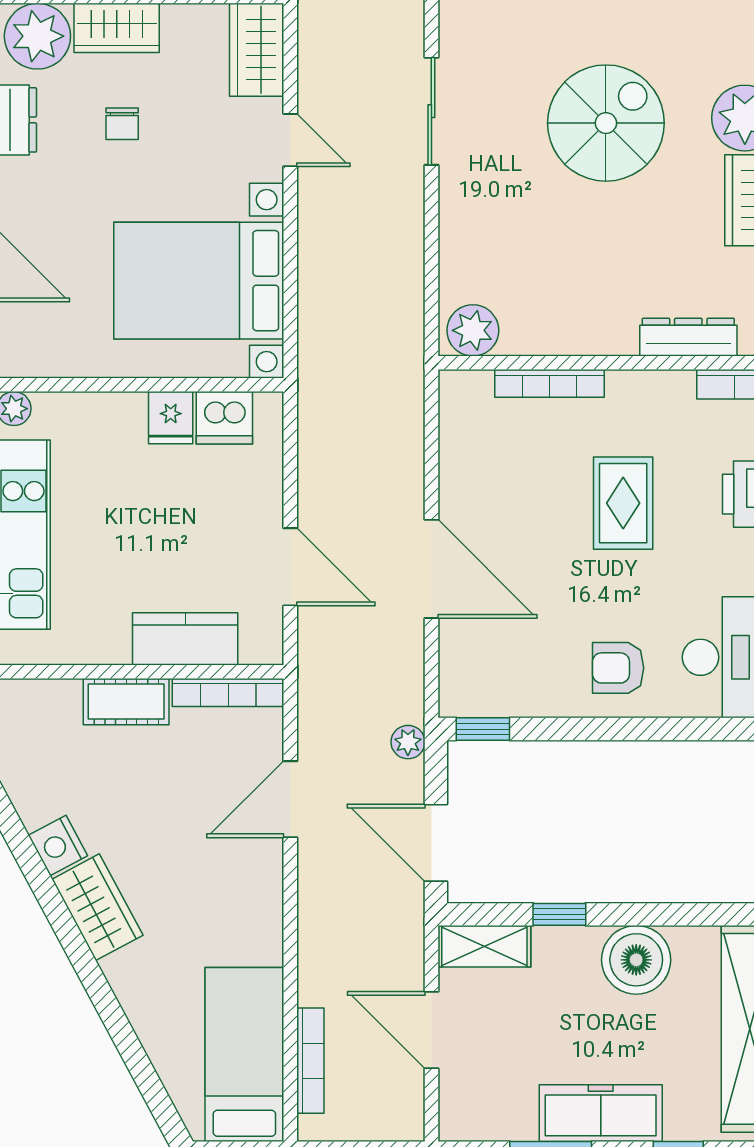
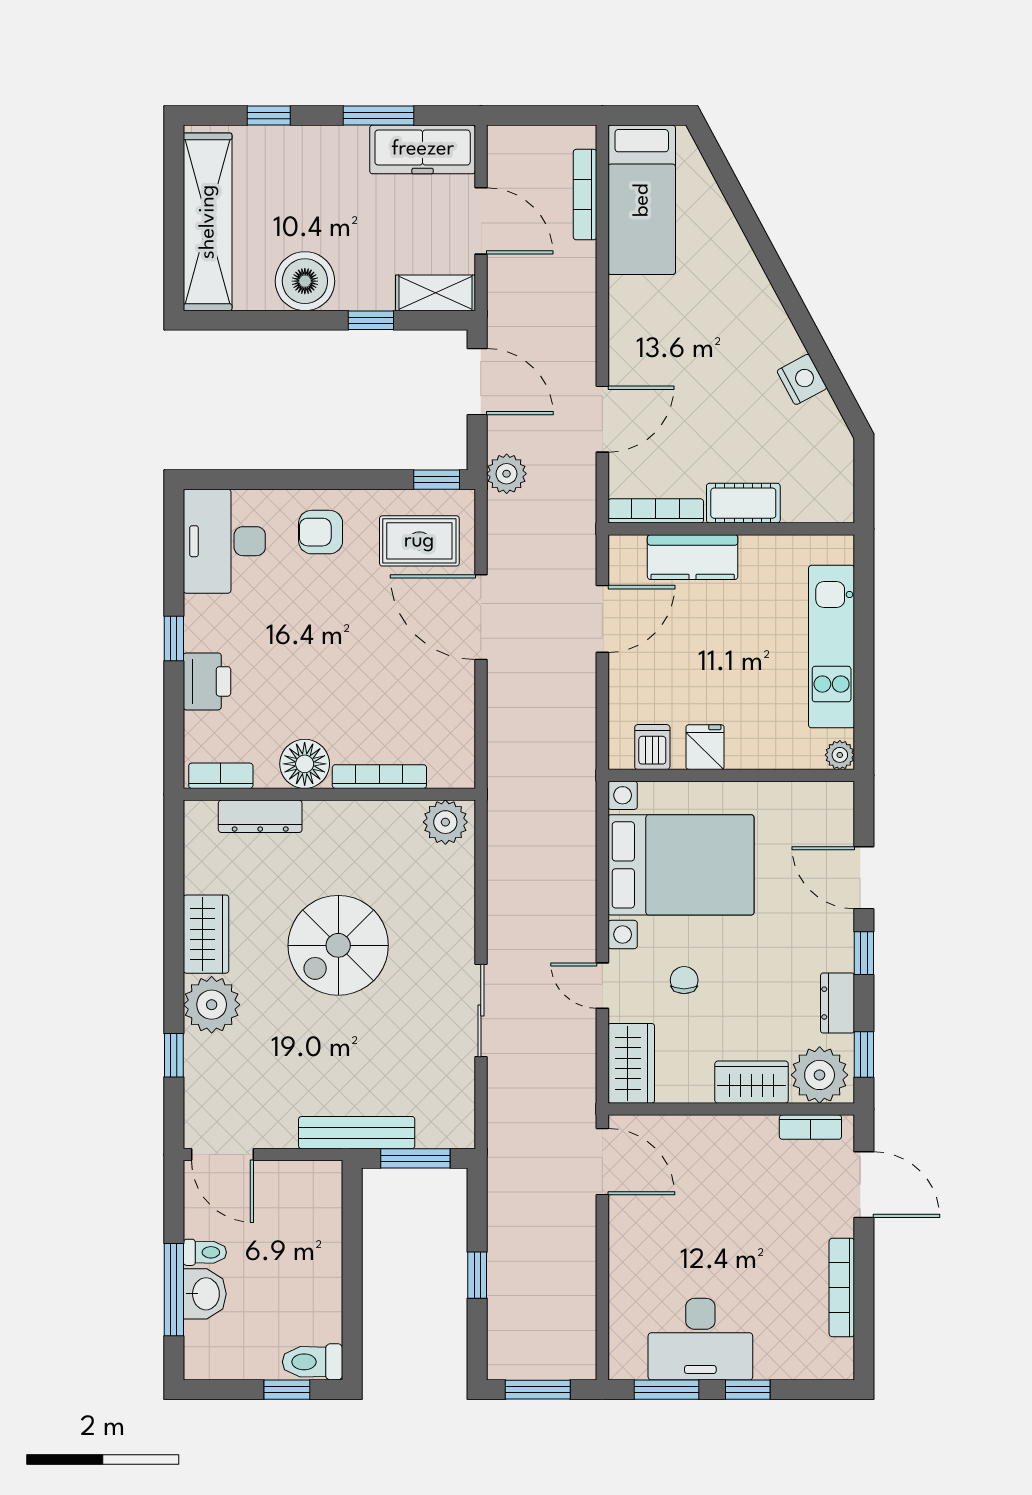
spiral stairs: (606, 123) -> (338, 945), moved
chair: (122, 124) -> (684, 980), moved
floor lamp: (637, 398) -> (305, 764), added
dishwasher: (224, 418) -> (652, 747), width x0.73
rug: (623, 503) -> (419, 541), moved, turned 90
door: (290, 567) -> (602, 619), swing flipped
armchair: (618, 668) -> (321, 532), turned 180
plant: (408, 742) -> (507, 474), width x1.38, depth x1.38
wardrobe: (97, 907) -> (768, 326), removed
freezer: (601, 1113) -> (423, 149), moved

